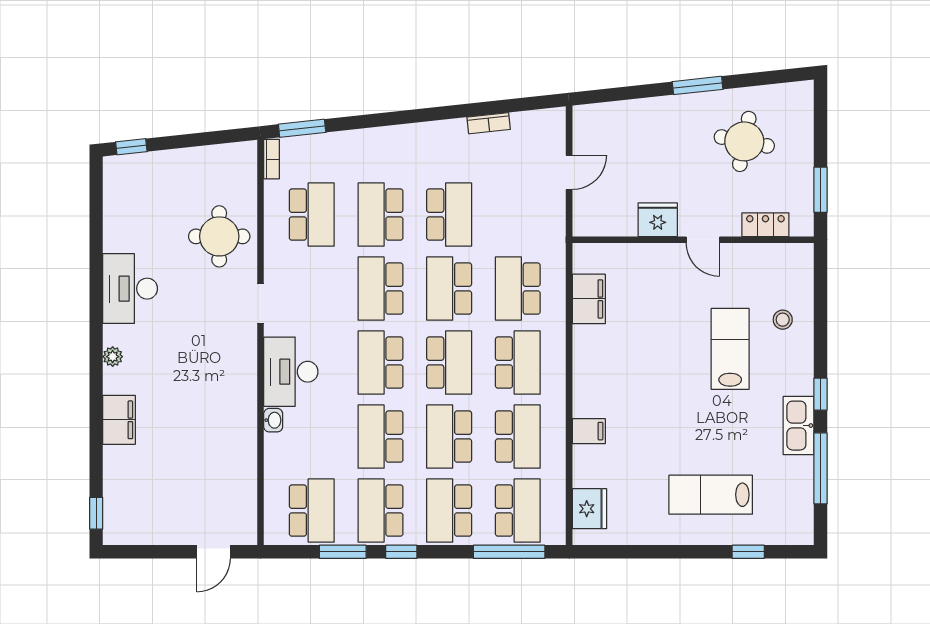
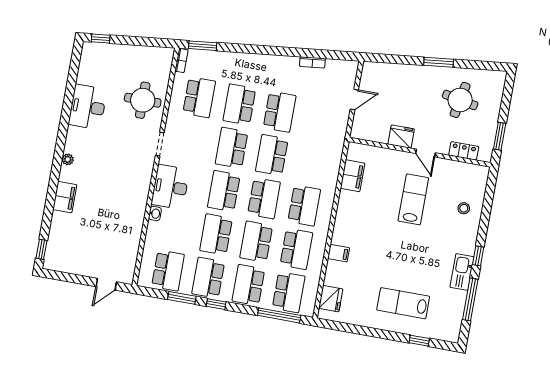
desk: (130, 289) -> (88, 107), moved
school desk: (518, 289) -> (312, 162), removed
lab bench: (730, 349) -> (413, 199), moved

